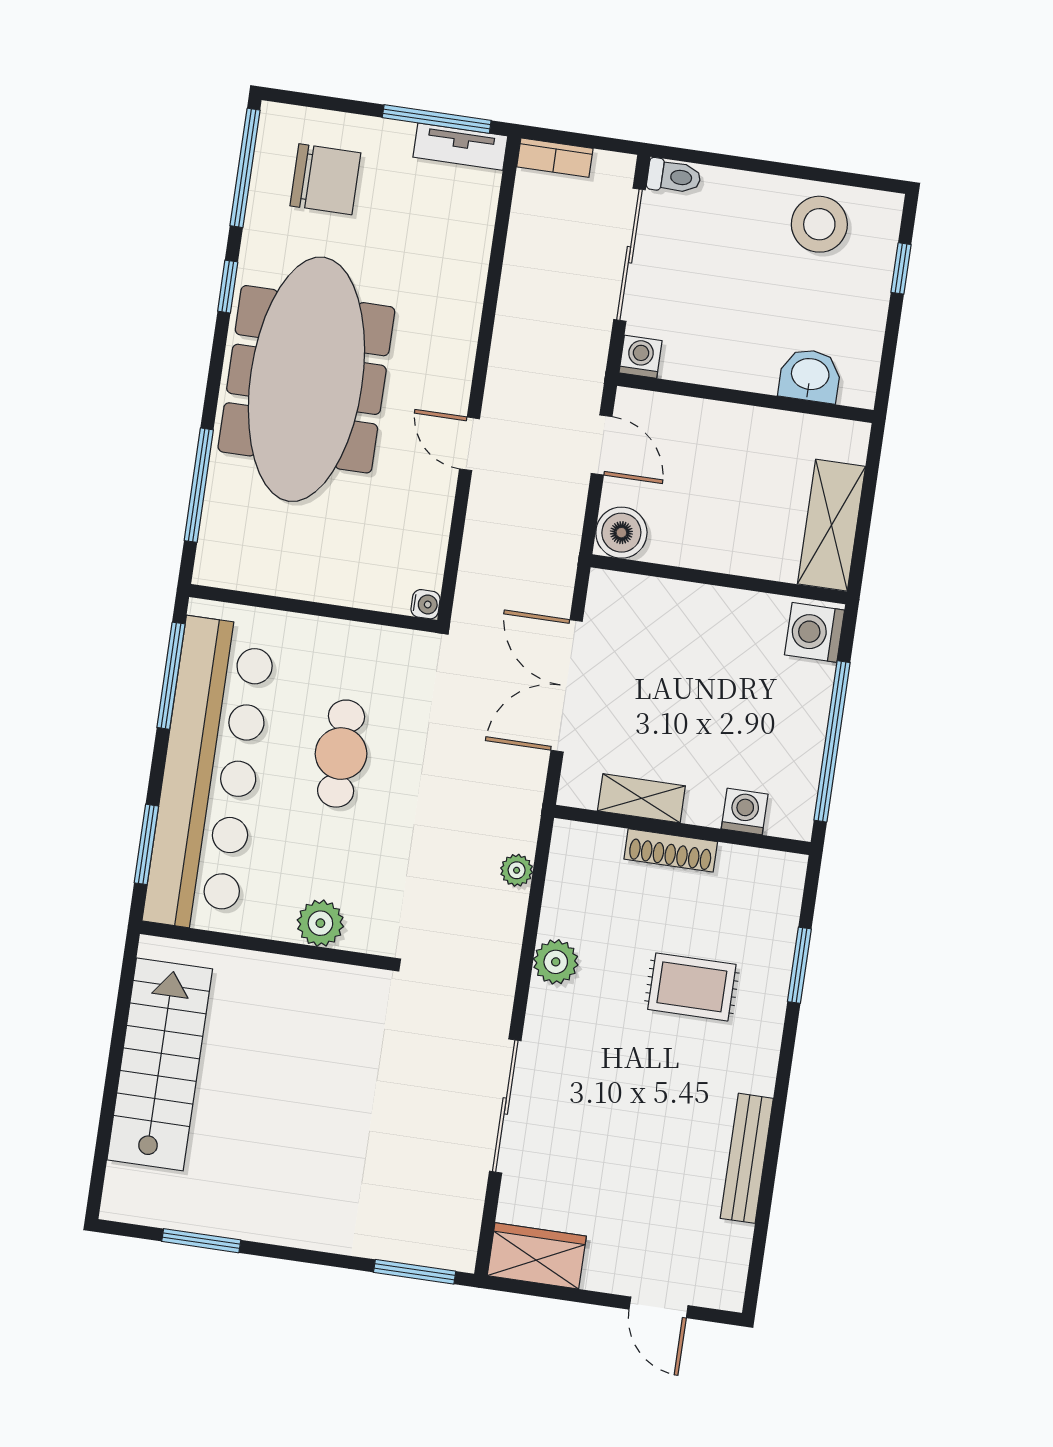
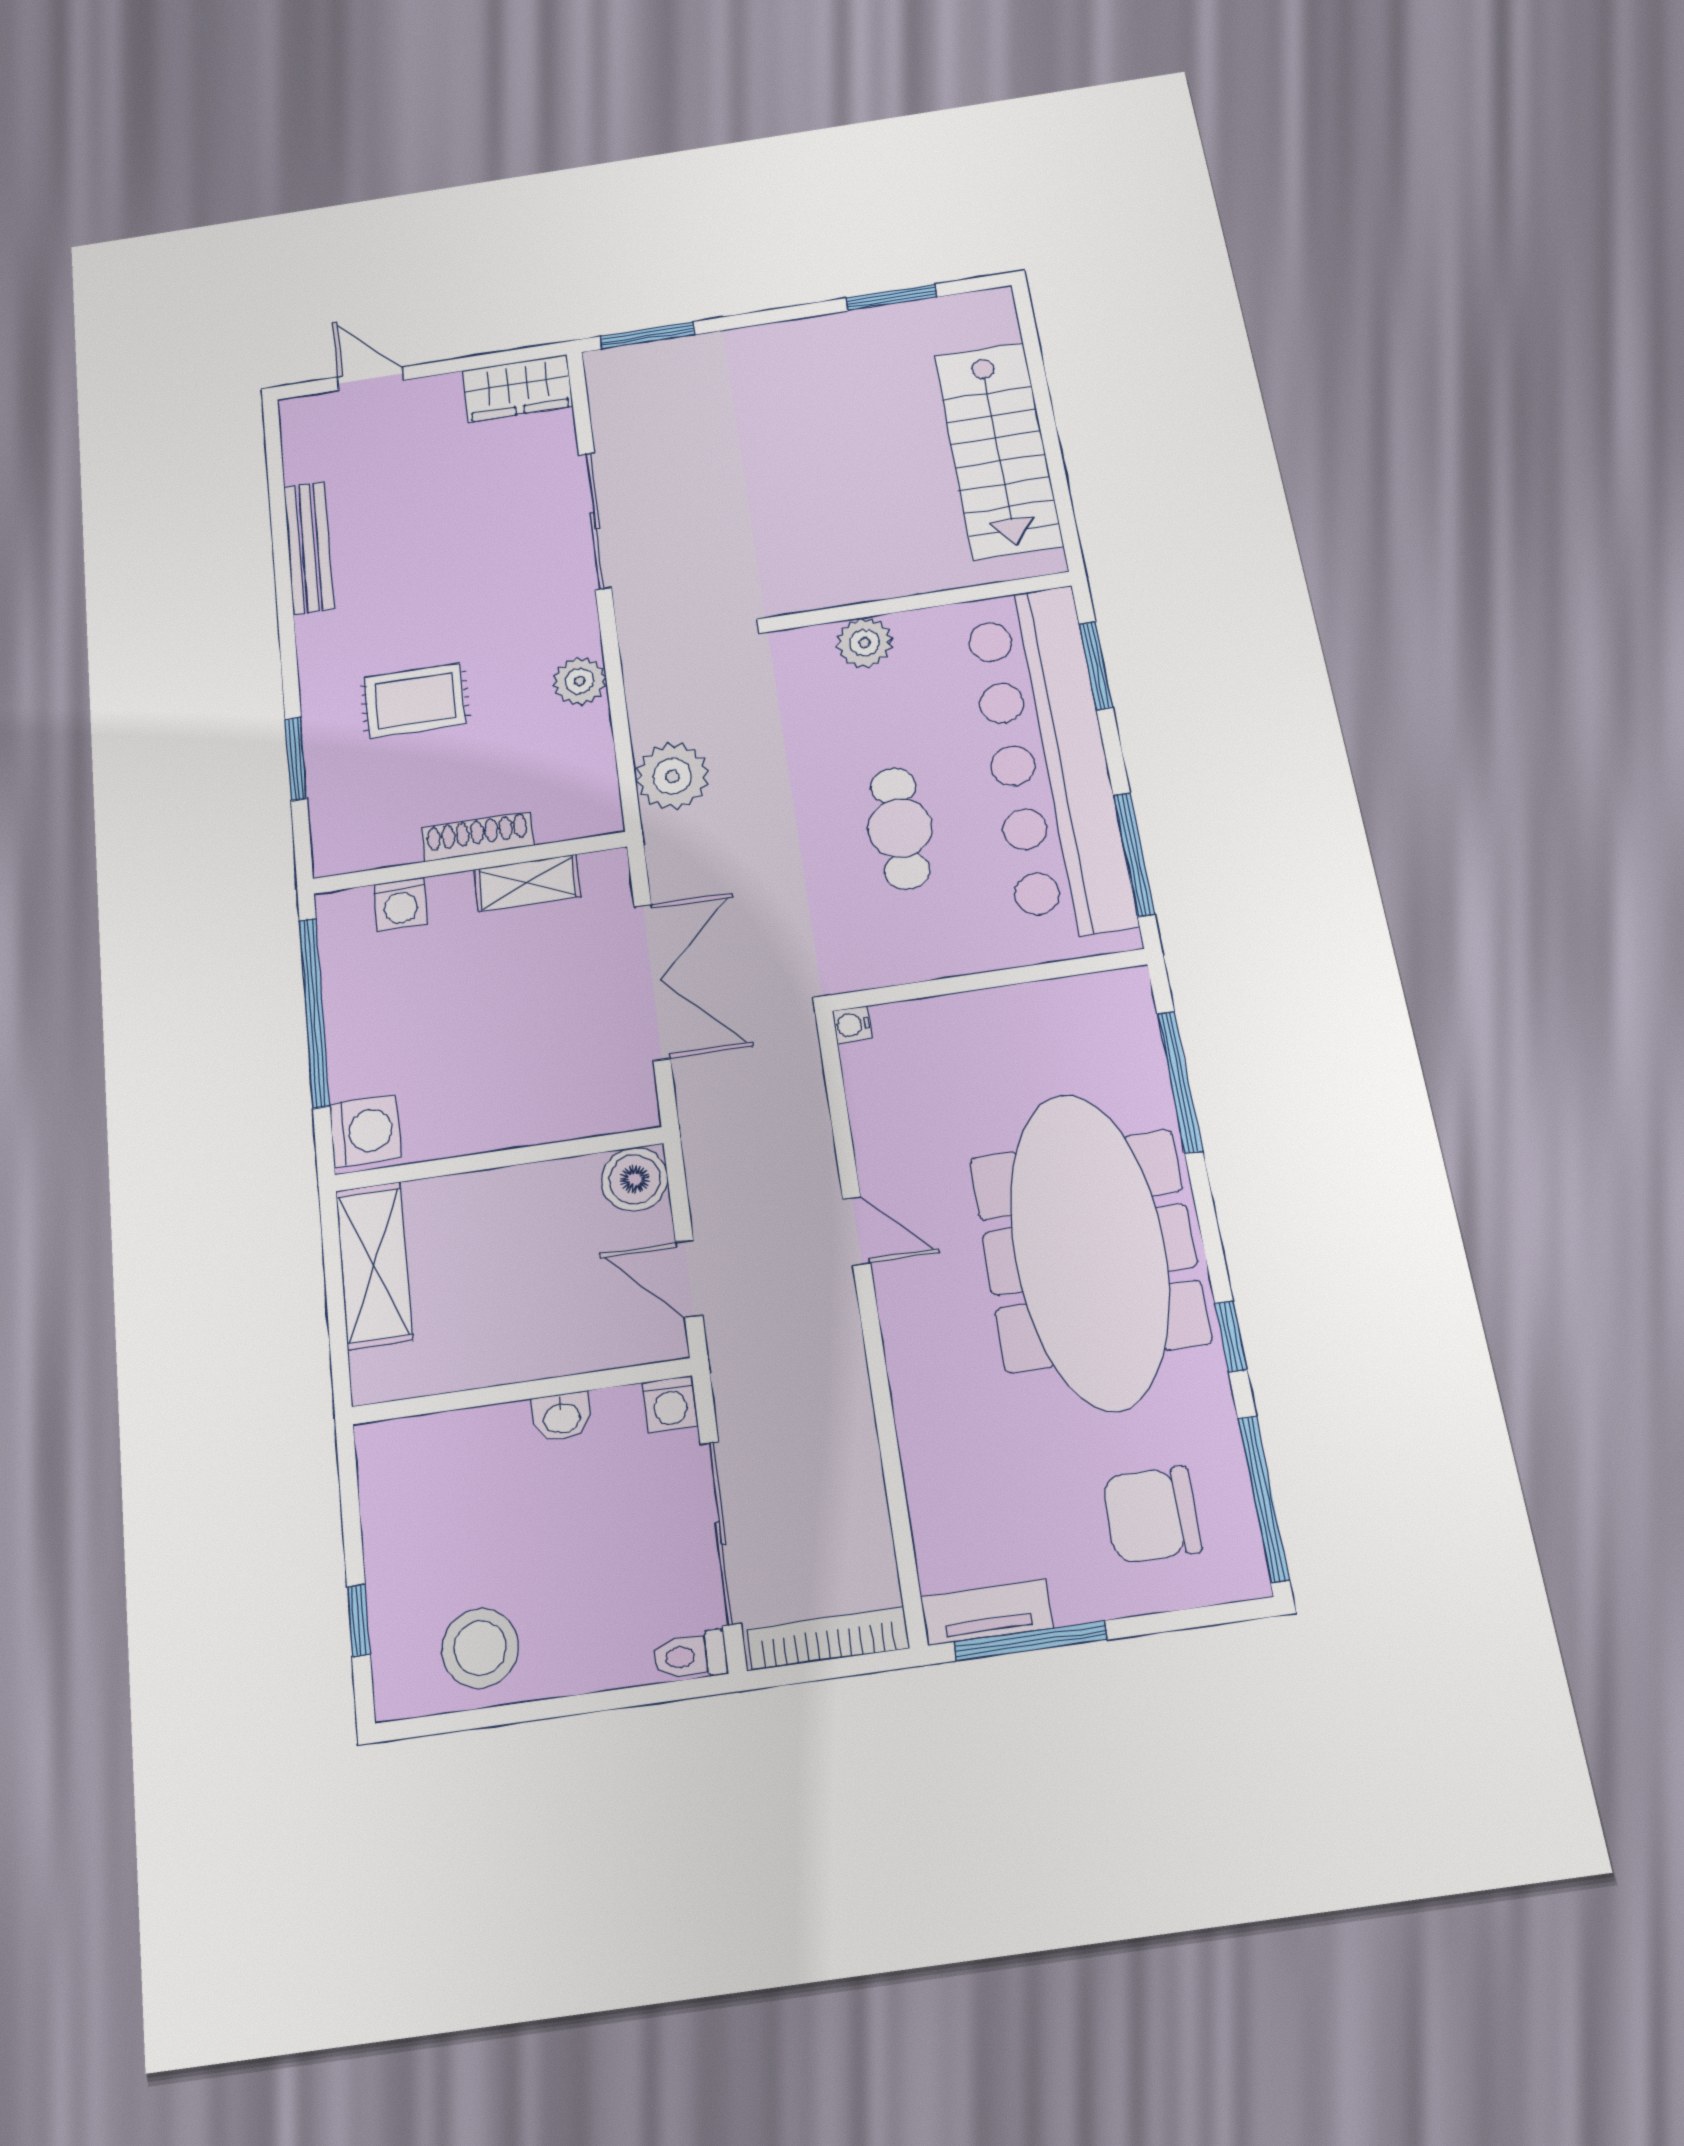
bookcase: (555, 158) -> (828, 1639), width x1.56
washbasin: (810, 376) -> (562, 1417), moved, width x0.72, depth x0.69
plant: (517, 870) -> (672, 776), width x1.87, depth x1.87

